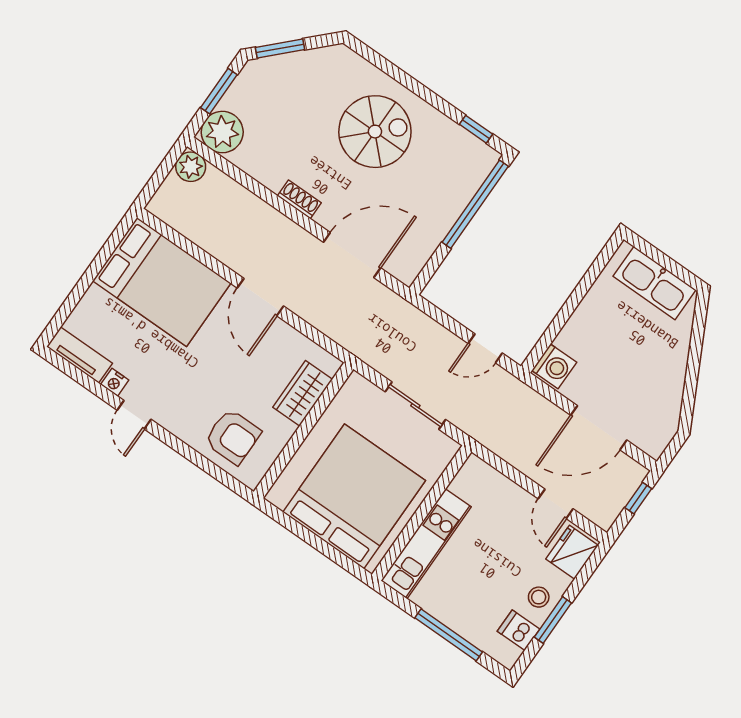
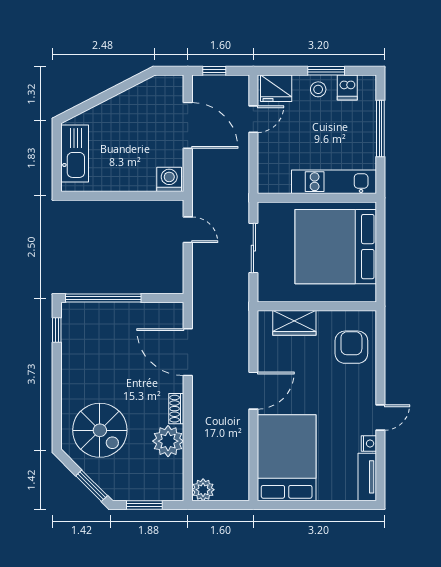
plant: (222, 132) -> (168, 441), moved
spiral stairs: (375, 132) -> (100, 430), moved, turned 180

